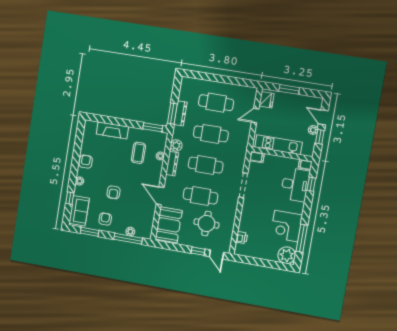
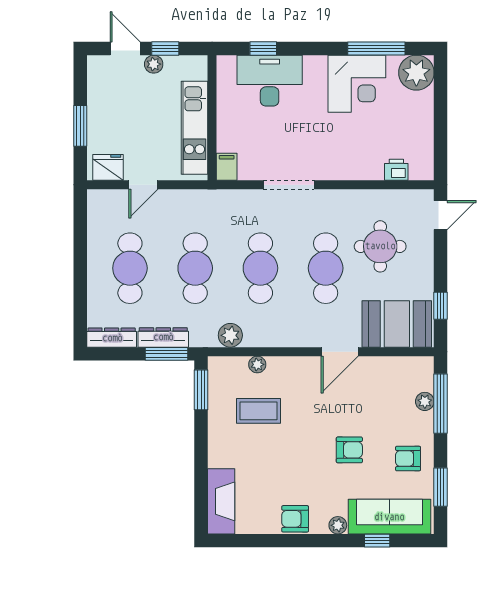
door: (255, 116) -> (143, 185), hinge flipped
door: (323, 117) -> (125, 48), swing flipped
fireplace: (112, 130) -> (221, 501), moved
dresser: (172, 164) -> (112, 338), moved
filing cabinet: (305, 165) -> (226, 68), removed
sofa: (79, 211) -> (389, 517), width x1.36
window: (198, 251) -> (441, 306), moved

